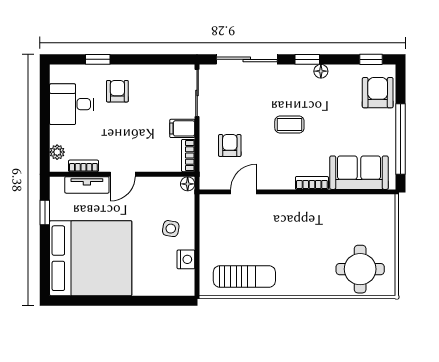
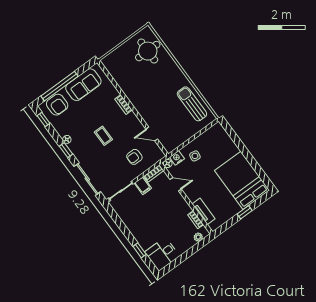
armchair: (117, 91) -> (148, 230), removed
armchair: (378, 93) -> (57, 105), turned -90
desk: (72, 104) -> (162, 254), moved, turned 90
window: (400, 139) -> (59, 86), moved
sofa: (359, 173) -> (83, 85), moved, turned -90
door: (123, 174) -> (176, 184), moved
window: (45, 212) -> (245, 212), moved
bed: (91, 258) -> (242, 180), width x0.73
nightstand: (186, 259) -> (177, 158), moved

